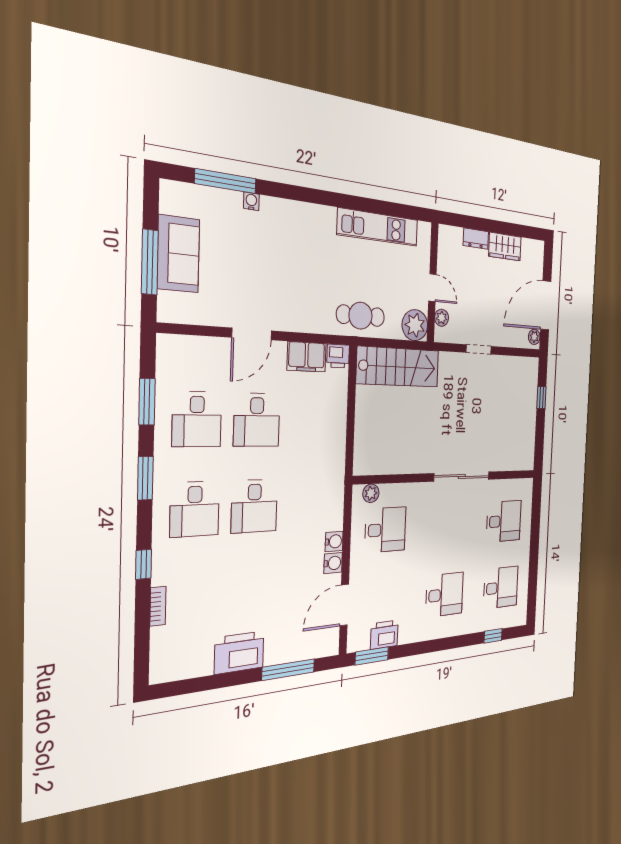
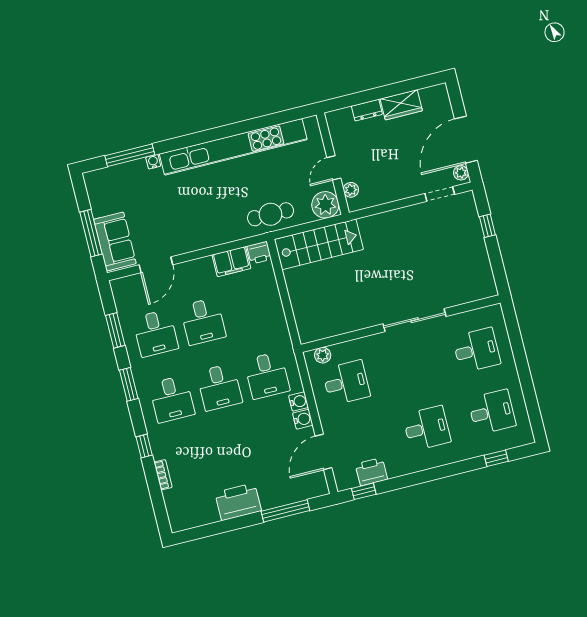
kitchen unit: (378, 227) -> (233, 147), width x1.86
sofa: (178, 254) -> (115, 241), moved
door: (432, 288) -> (334, 168), swing flipped
door: (252, 334) -> (156, 265), moved
doorway: (479, 349) -> (440, 194), moved
desk: (309, 503) -> (267, 375), added
window: (372, 656) -> (364, 491), width x0.67

